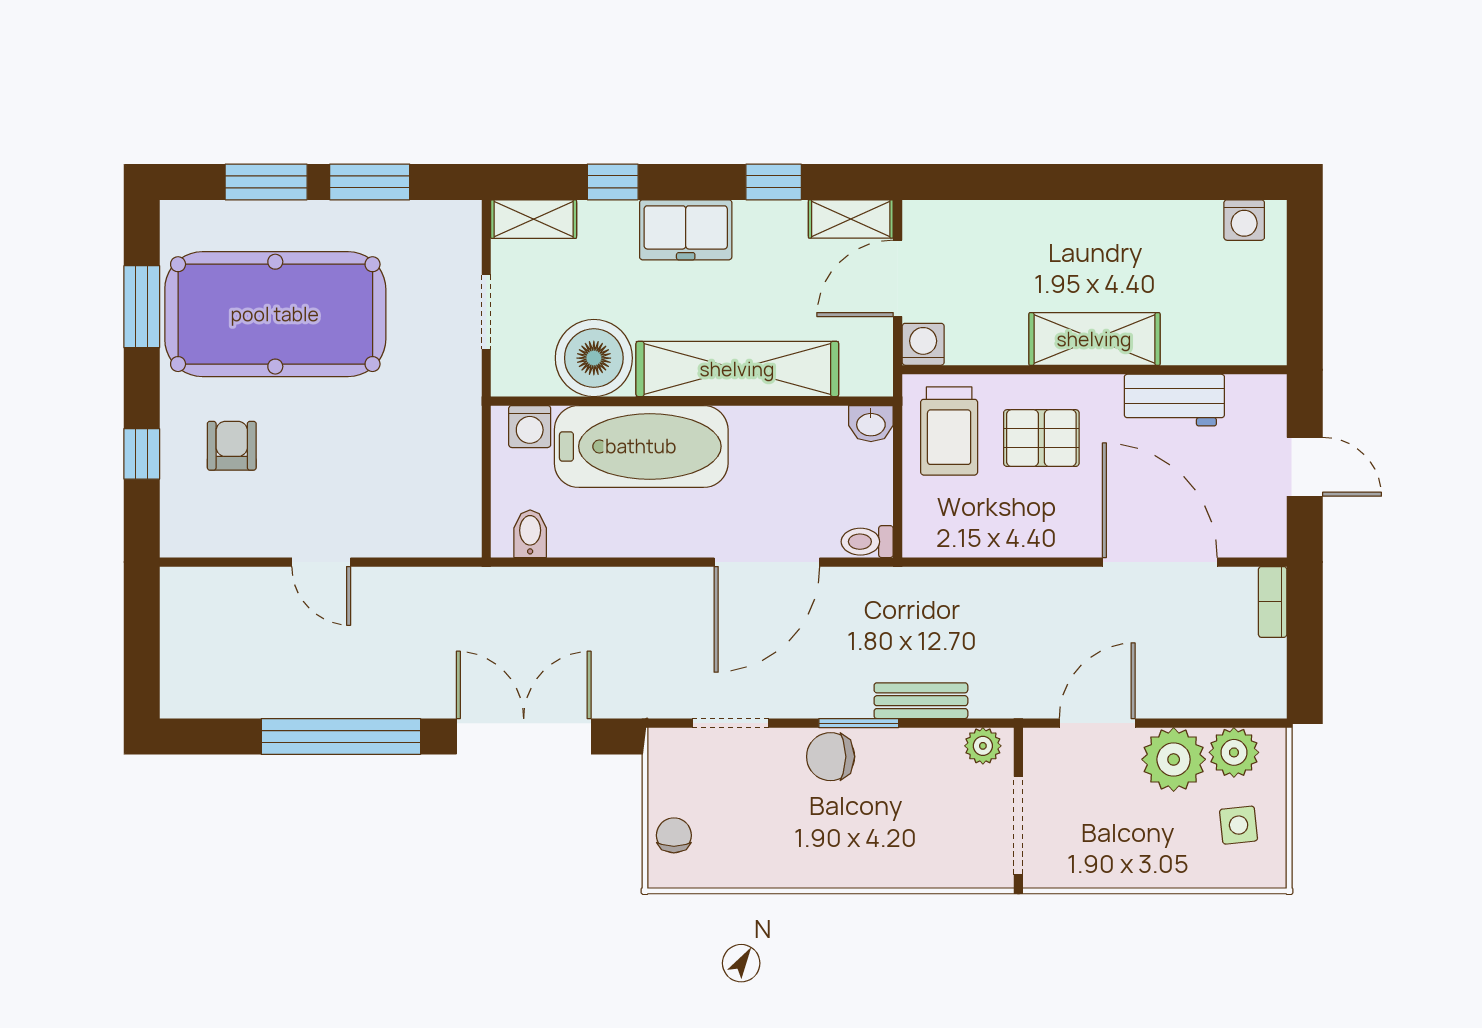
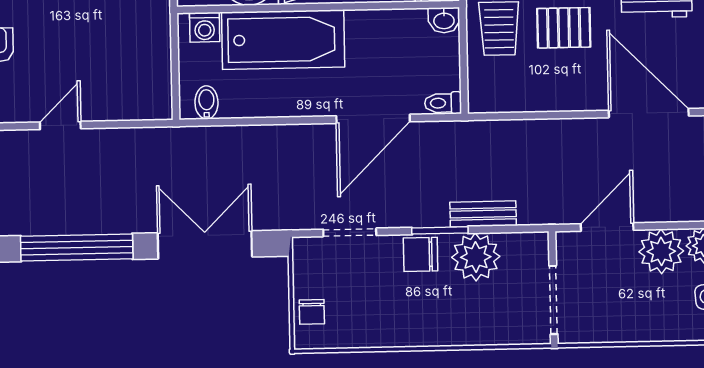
door: (321, 562) -> (60, 125), swing flipped
plant: (983, 746) -> (476, 257), moved, width x1.87, depth x1.87
chair: (674, 835) -> (312, 312), turned 180

